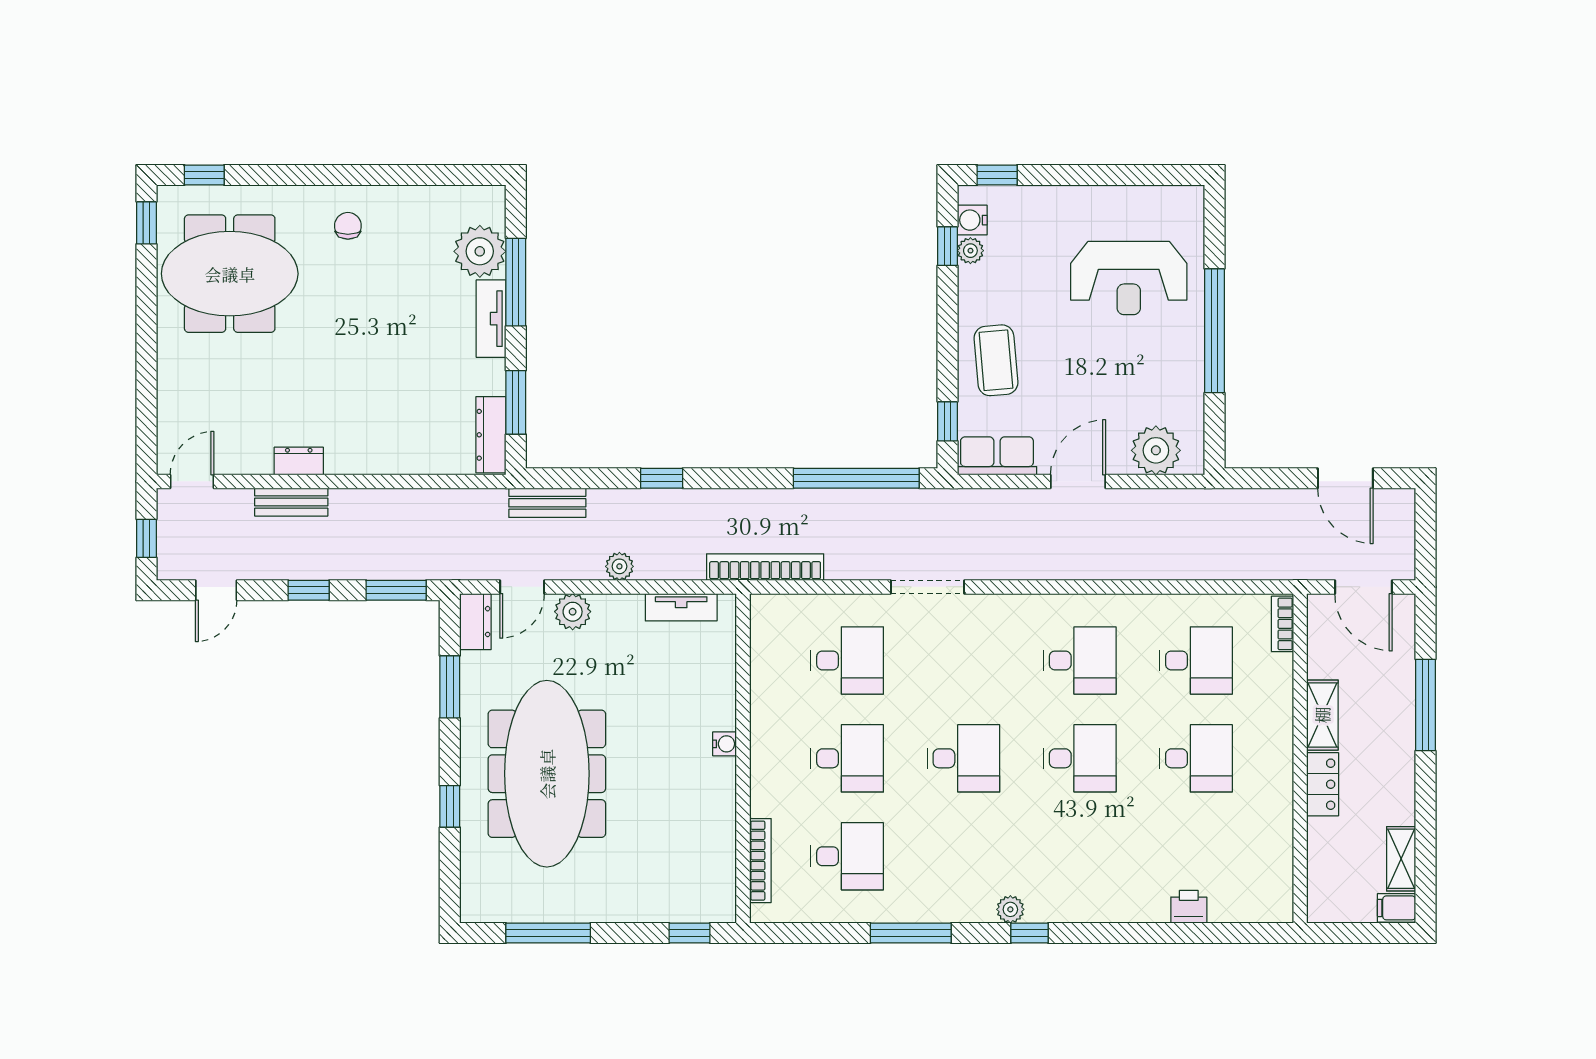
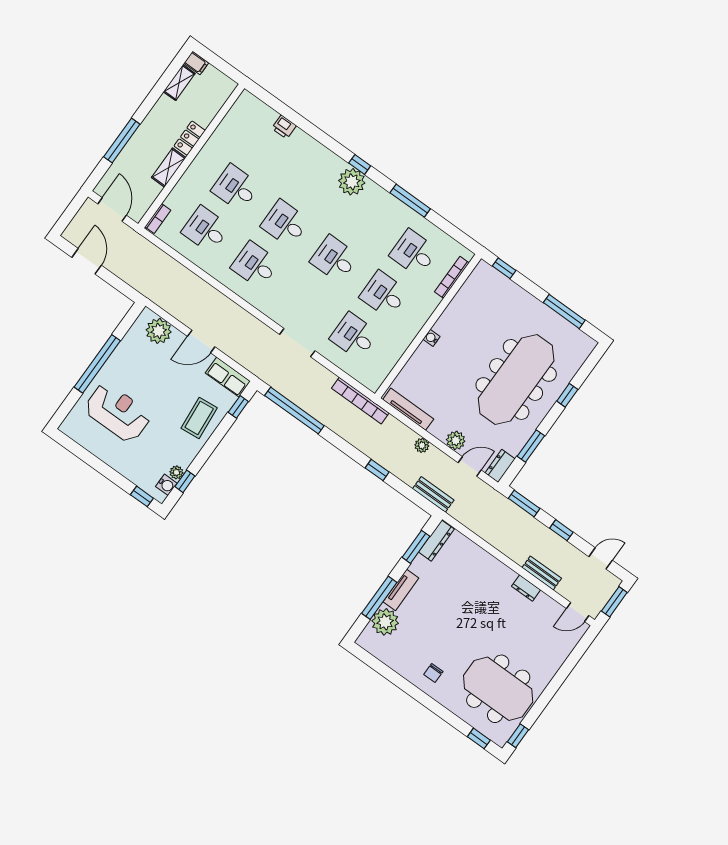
window: (146, 538) -> (614, 602), width x1.50
tv unit: (681, 607) -> (408, 409), width x1.41
plant: (1010, 909) -> (352, 182), width x1.88, depth x1.88

